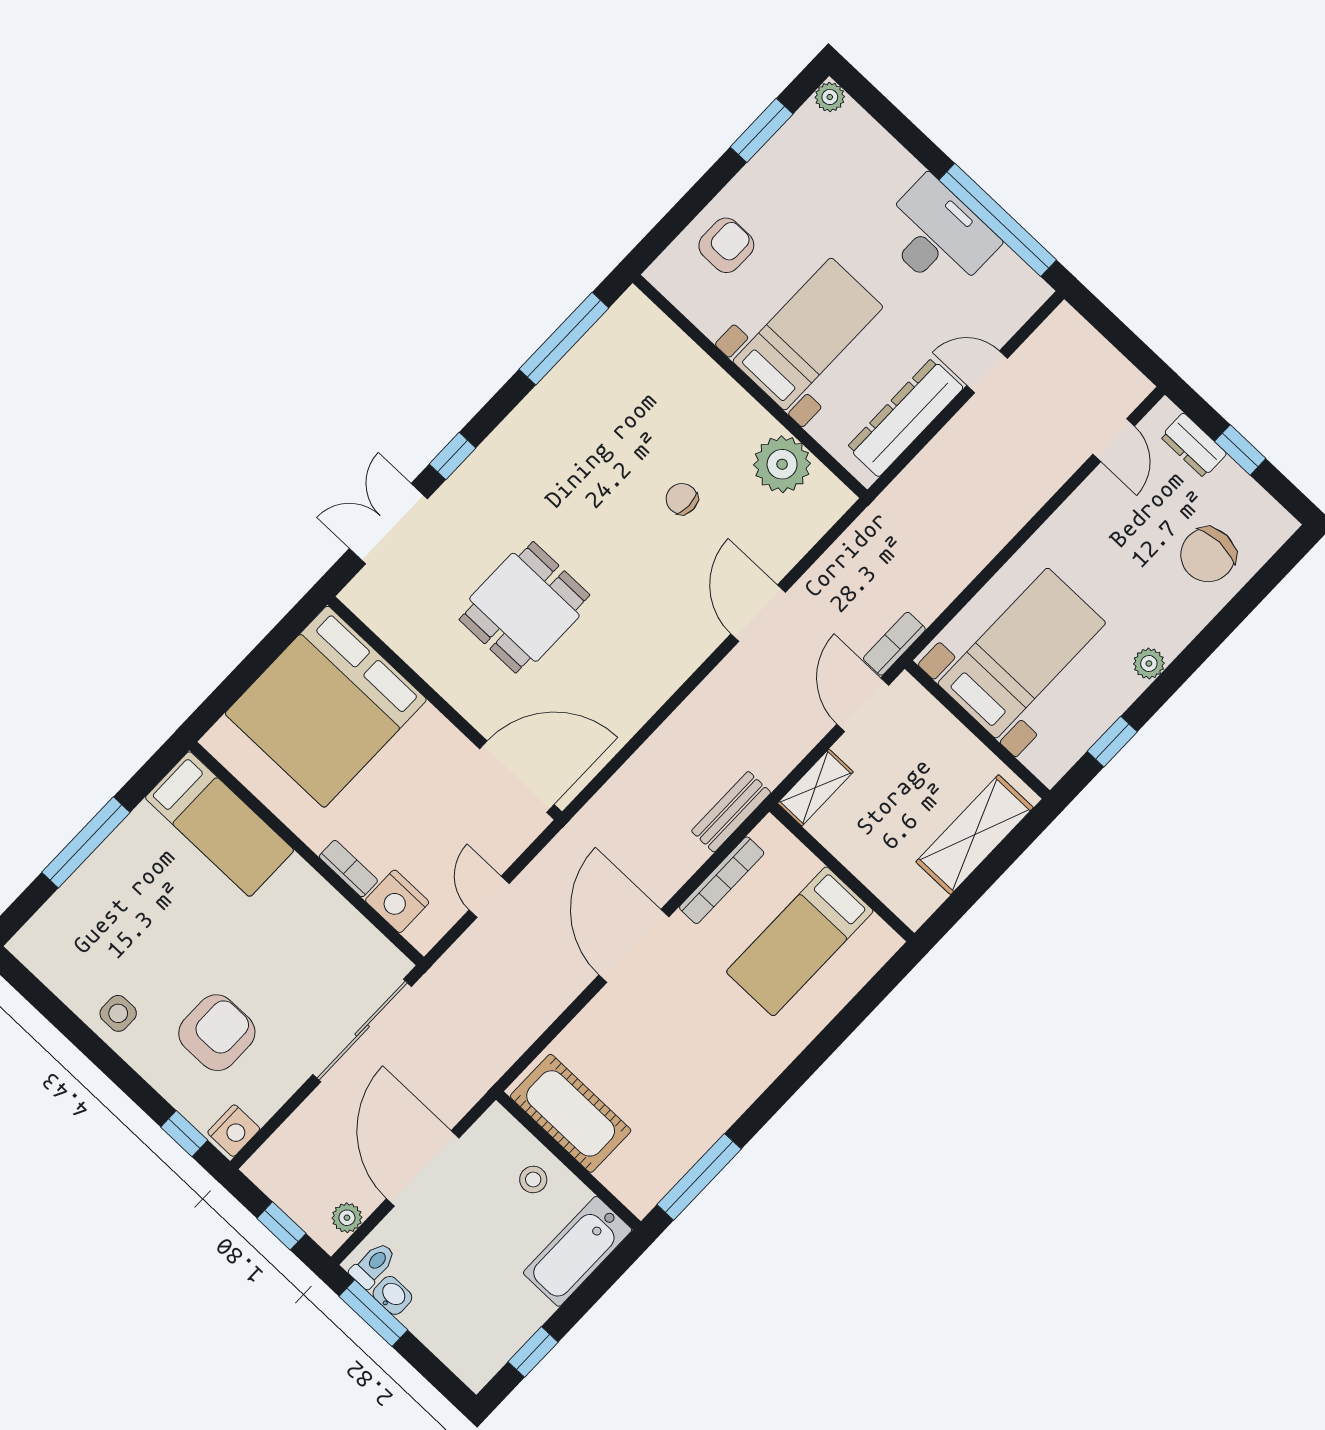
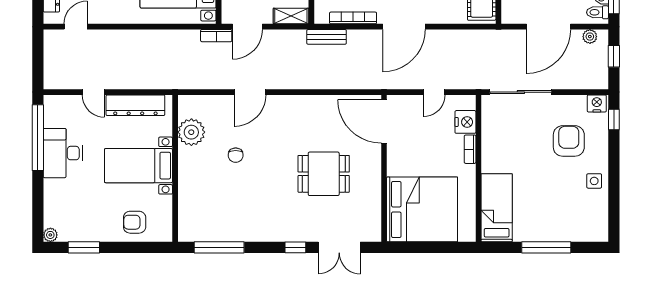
armchair: (217, 1033) -> (569, 141), turned 90

